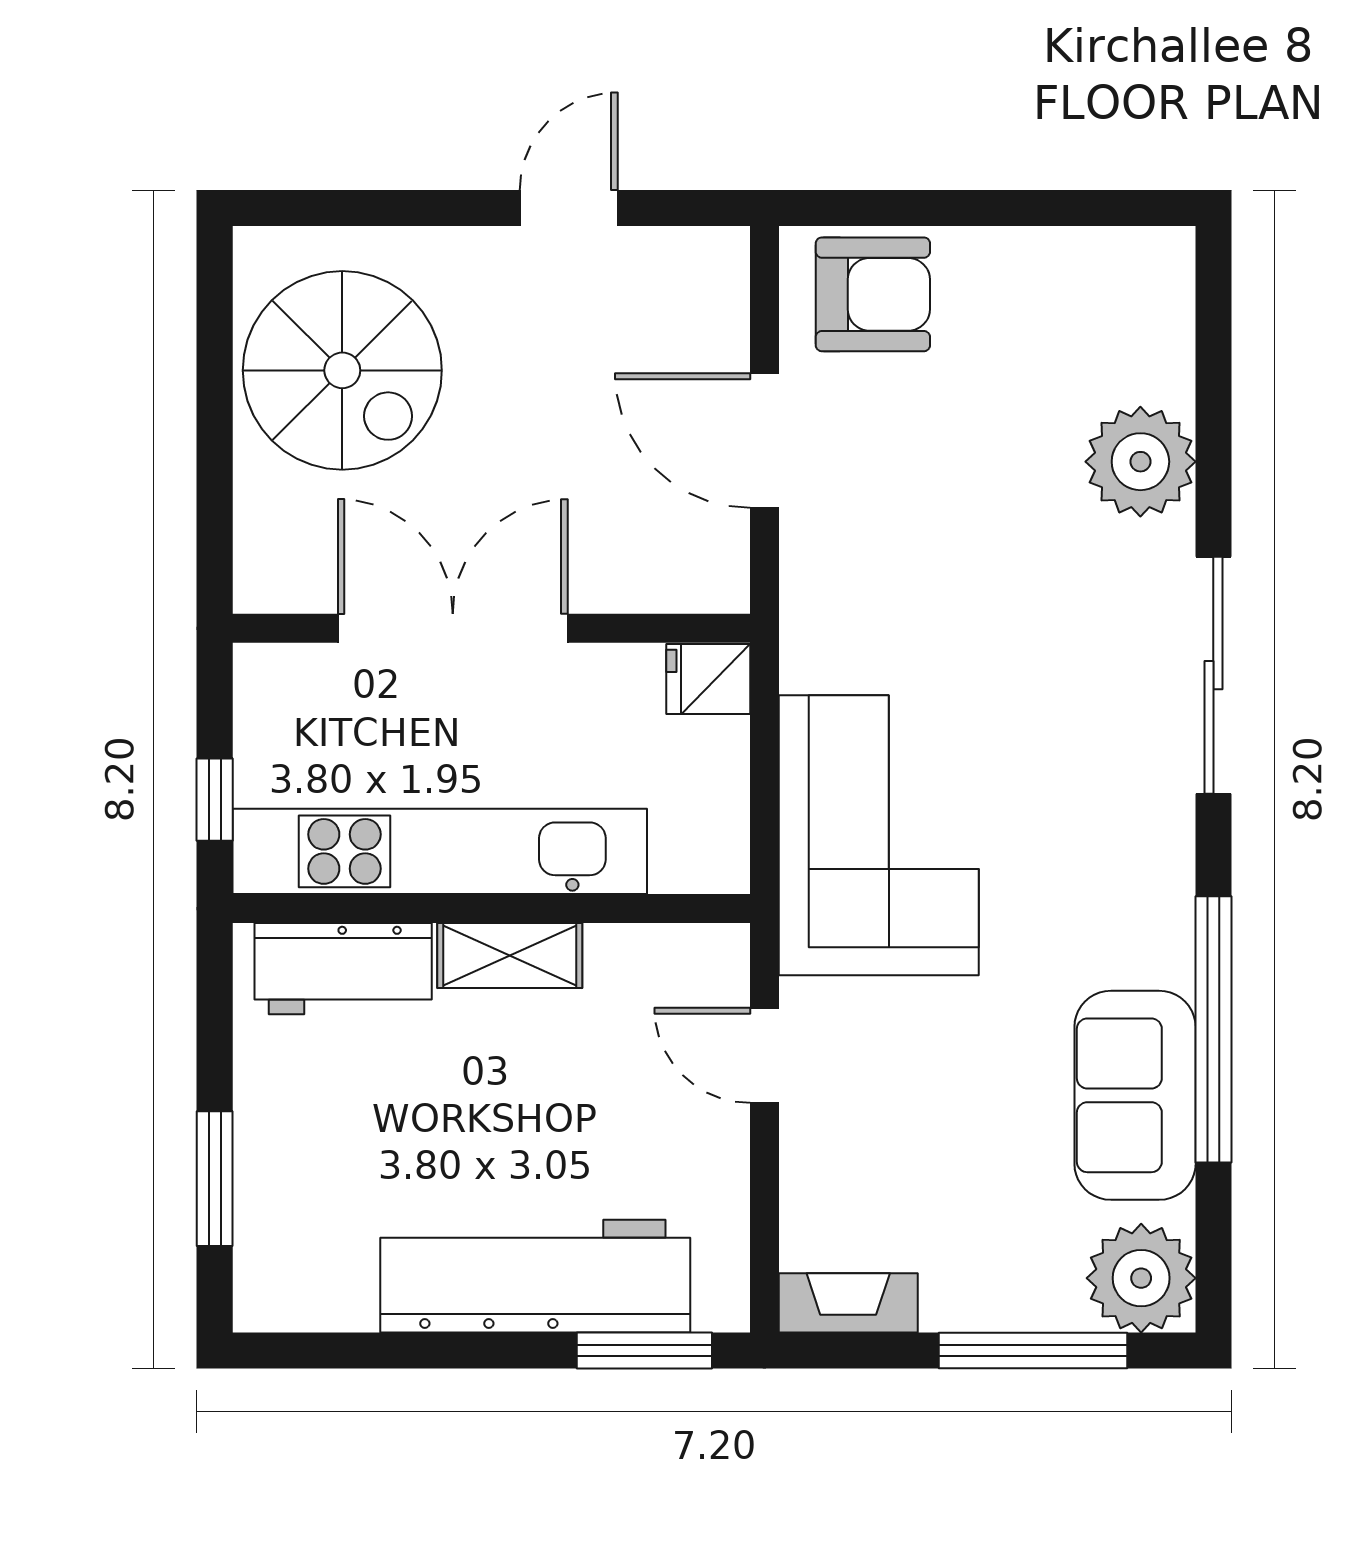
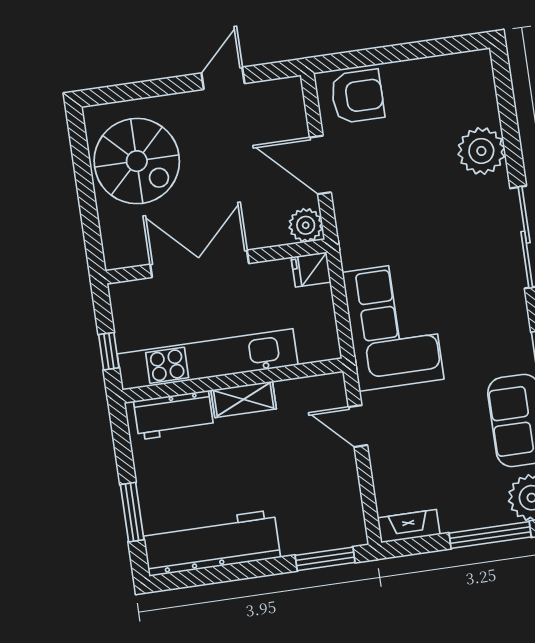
plant: (711, 575) -> (306, 225), added
workbench: (535, 1276) -> (211, 543), moved

